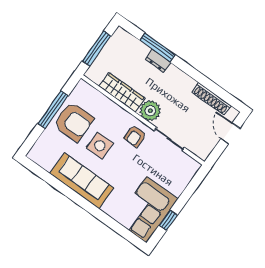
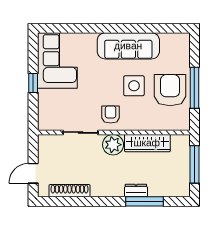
armchair: (74, 122) -> (170, 90), turned 90
door: (230, 133) -> (33, 173), swing flipped
window: (168, 220) -> (33, 83), moved

